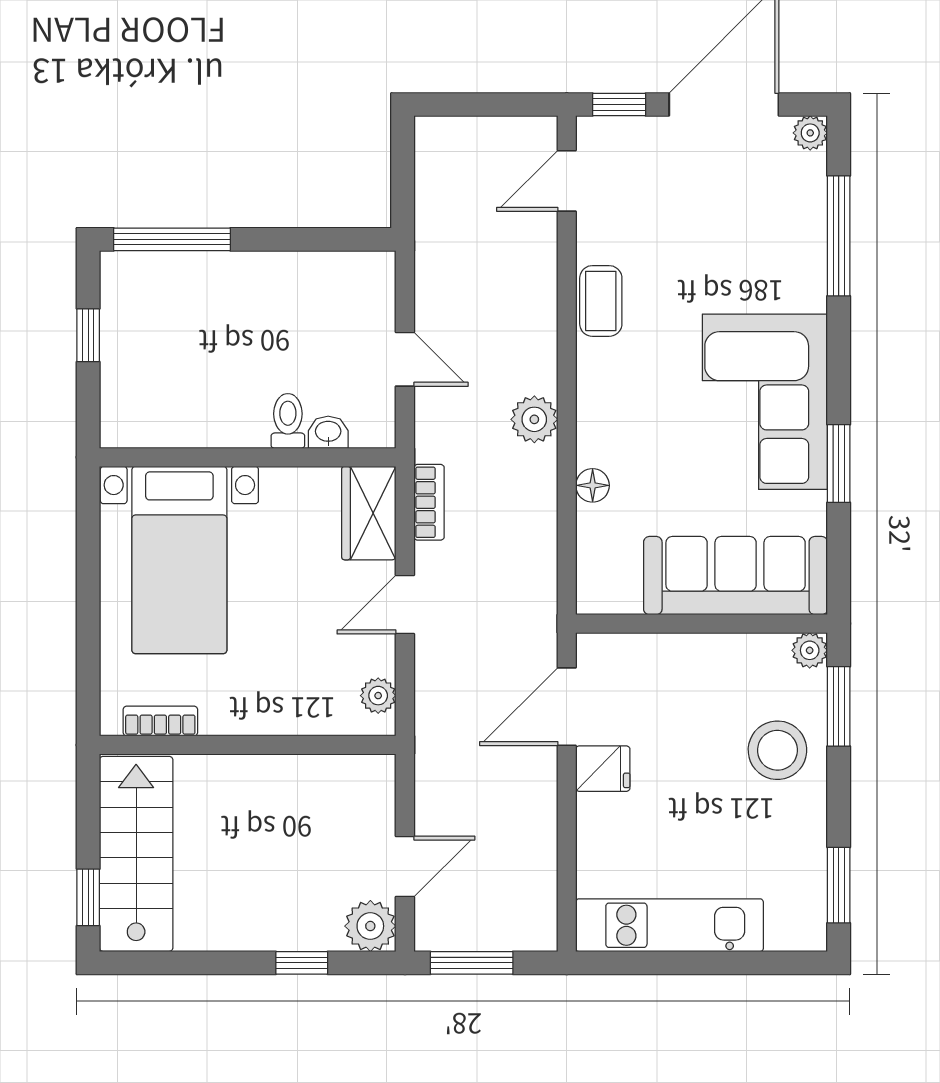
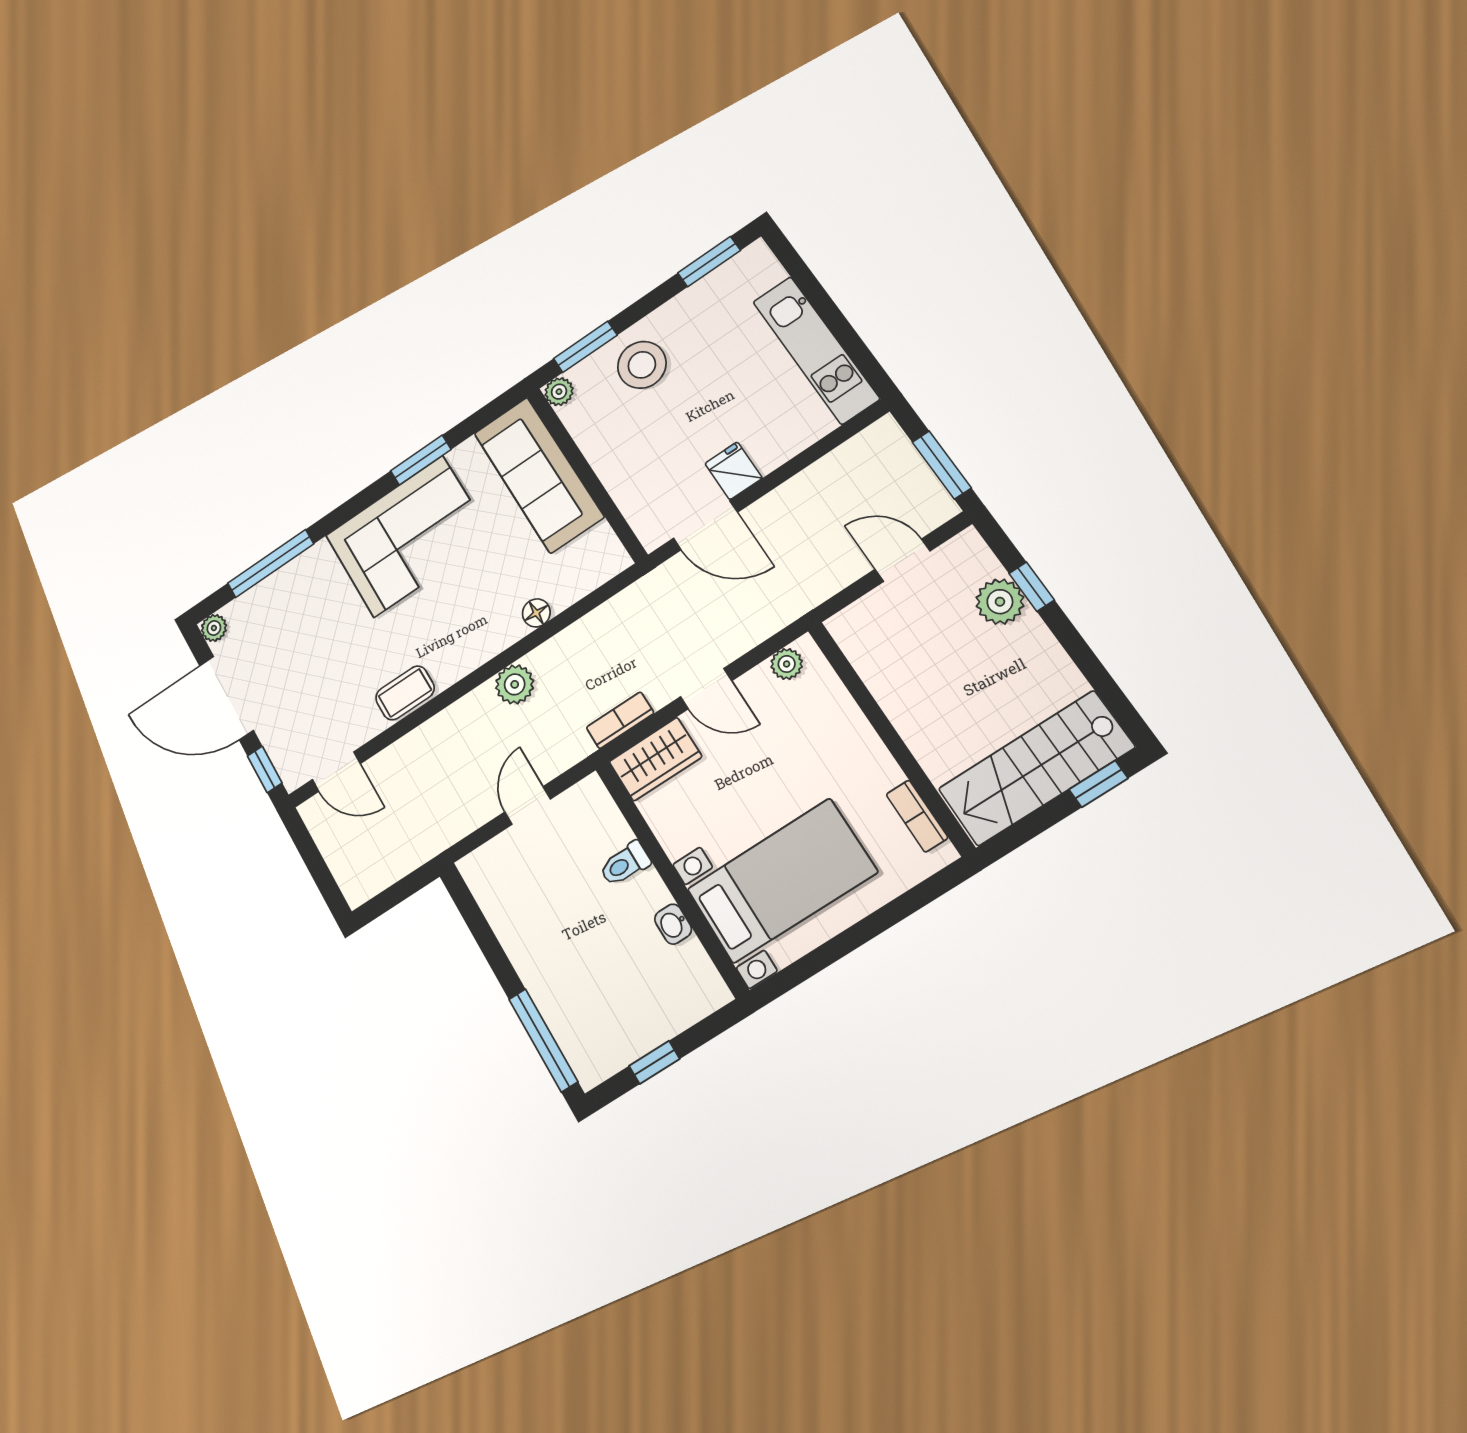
washbasin: (328, 432) -> (673, 924), moved
plant: (370, 926) -> (1000, 602), moved

